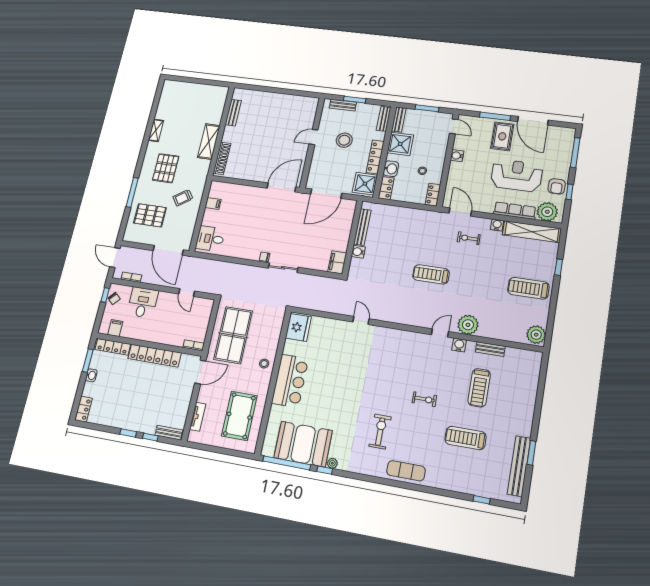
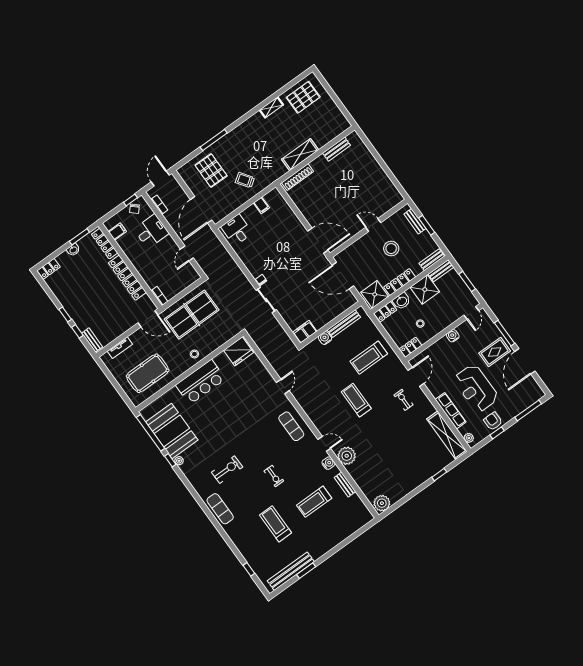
pallet: (166, 168) -> (303, 97), moved
reception desk: (517, 175) -> (476, 388), turned 180
armchair: (557, 186) -> (493, 421), turned 90
plant: (547, 212) -> (469, 438), width x0.53, depth x0.53
water cooler: (497, 225) -> (430, 409), removed
treadmill: (528, 288) -> (369, 358), moved, turned -90
exercise mat: (399, 345) -> (291, 426), added

